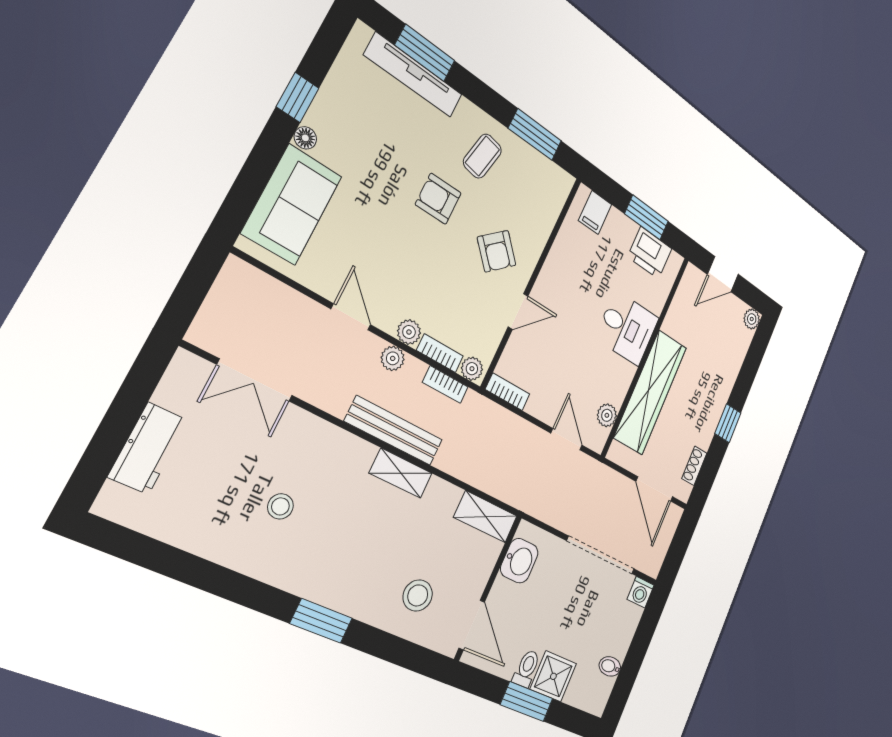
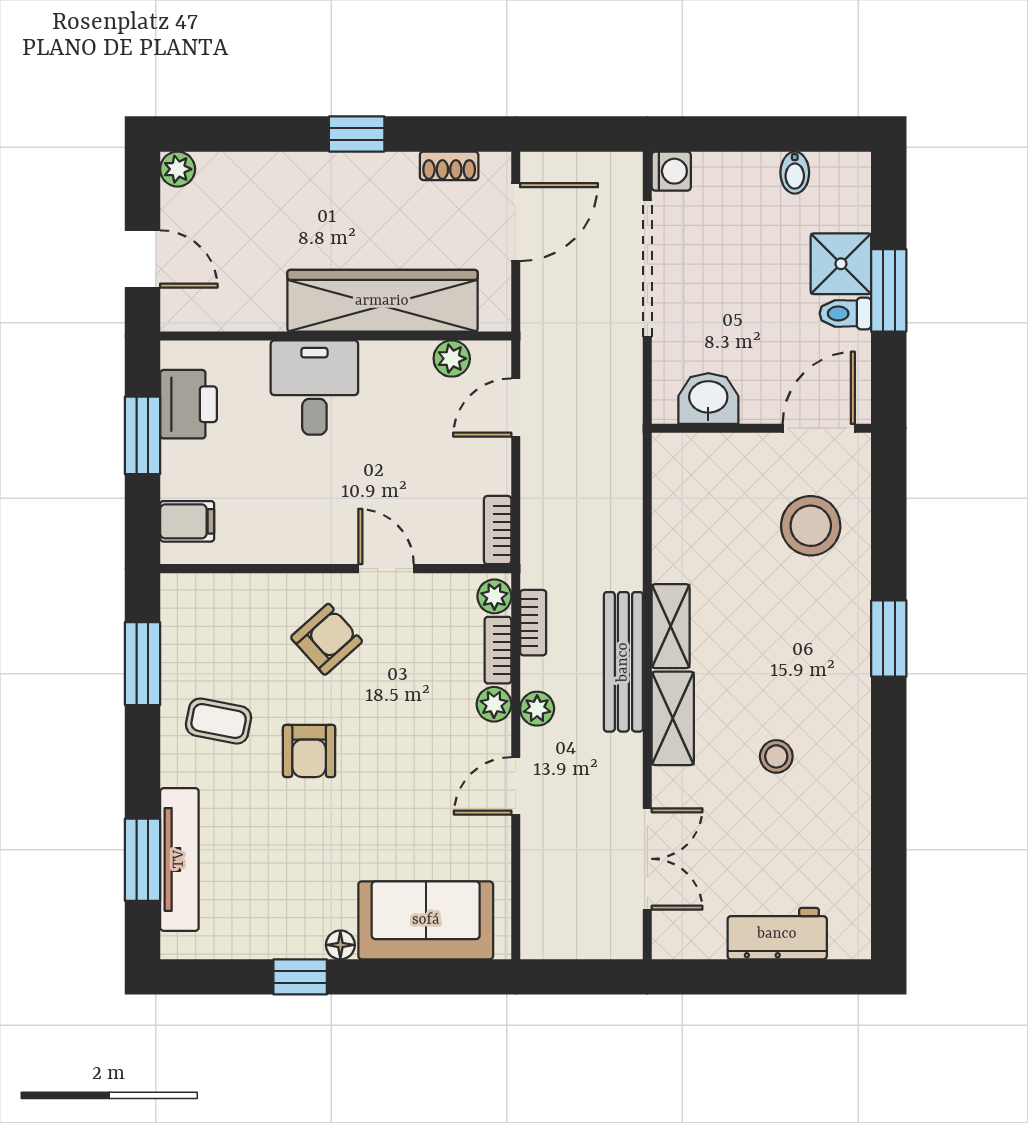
shelving: (486, 517) -> (673, 718), moved
stool: (418, 595) -> (811, 526), width x1.38, depth x1.38

